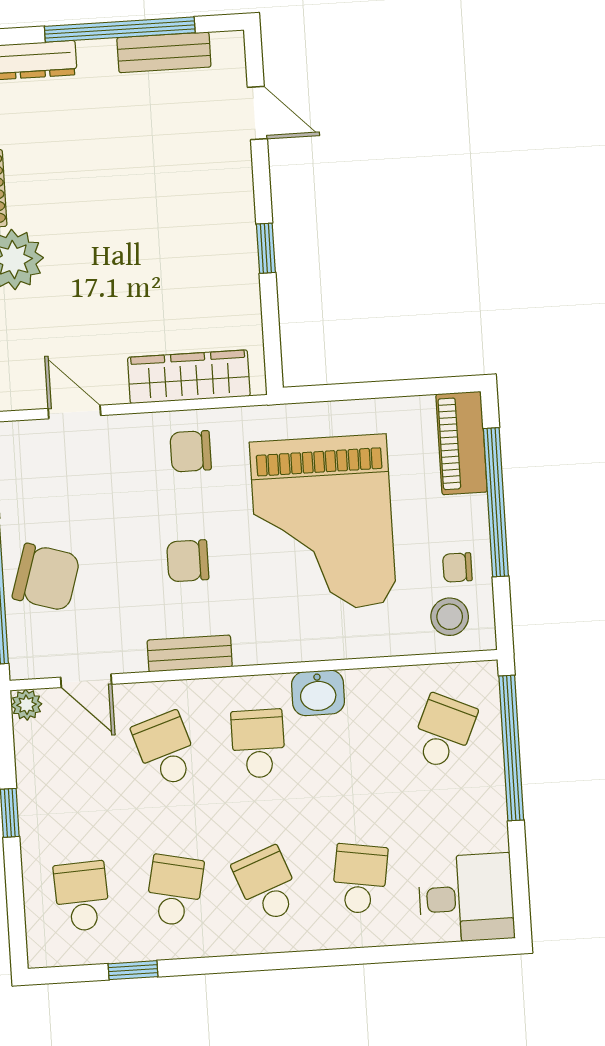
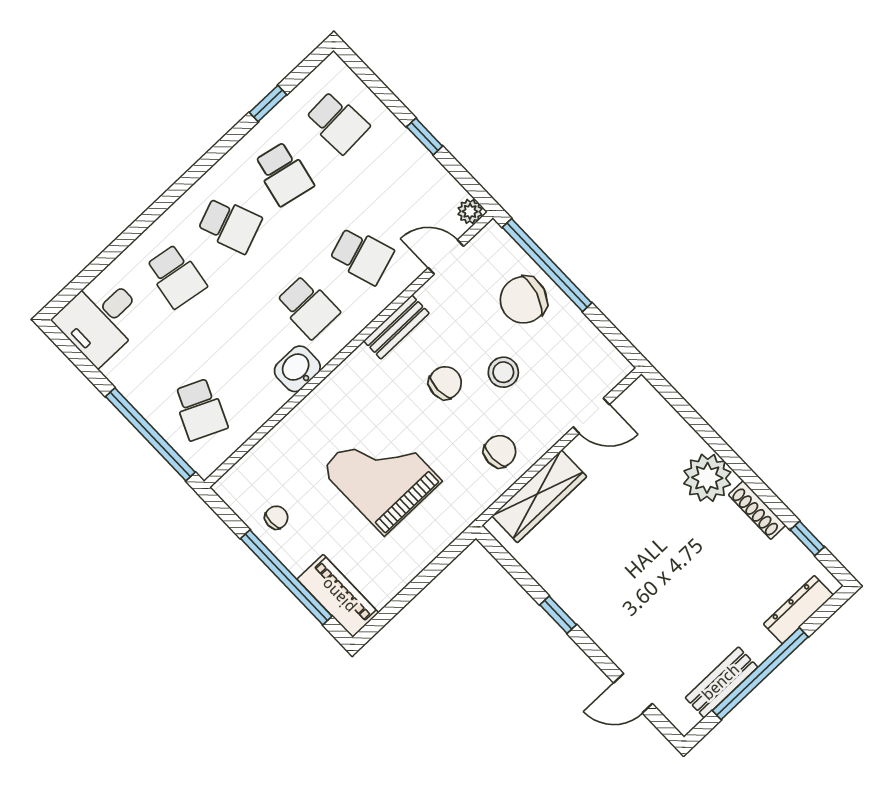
grand piano: (323, 524) -> (381, 475), width x0.73, depth x0.68
stool: (450, 617) -> (503, 372), moved

